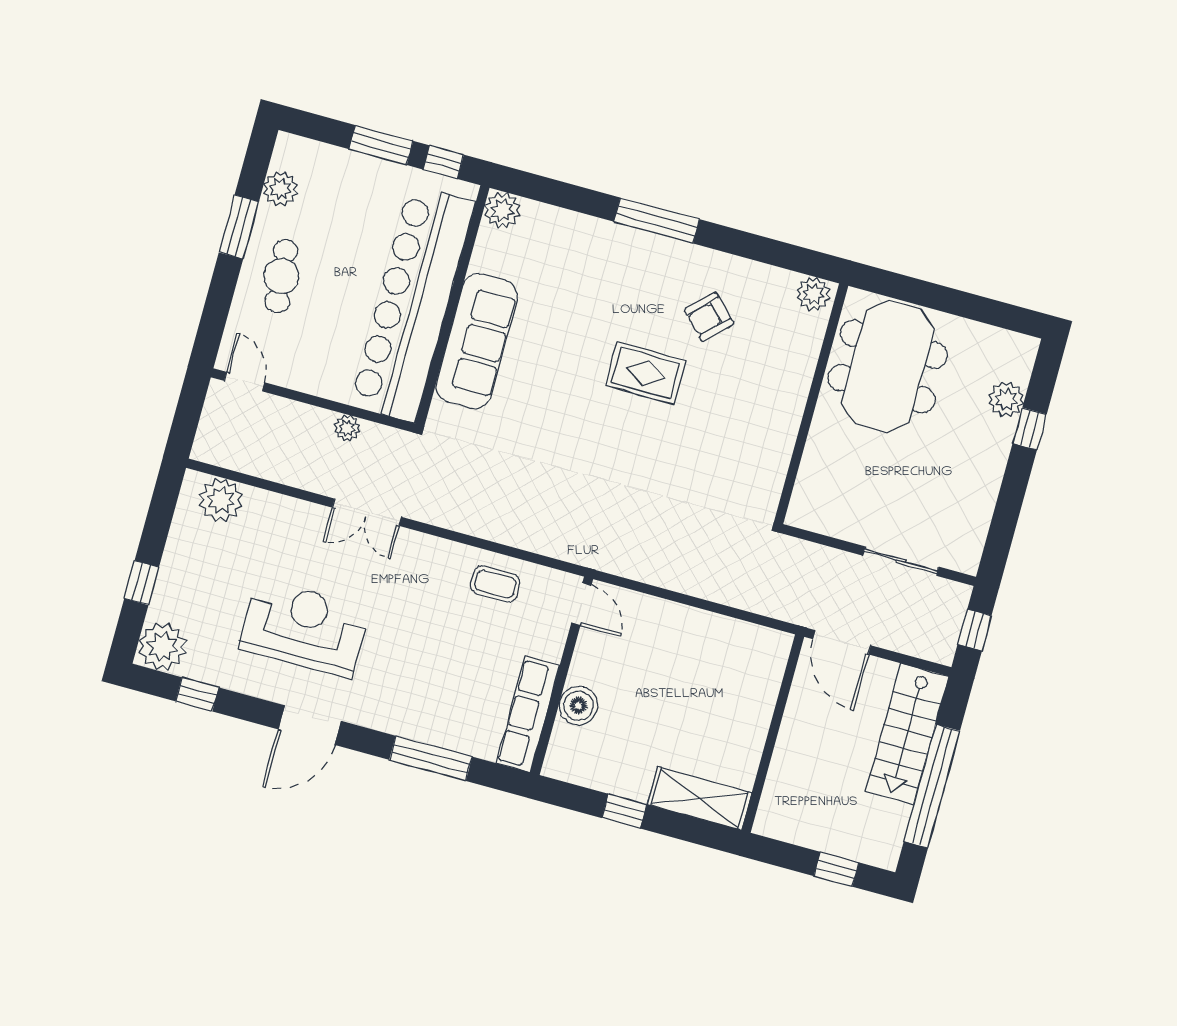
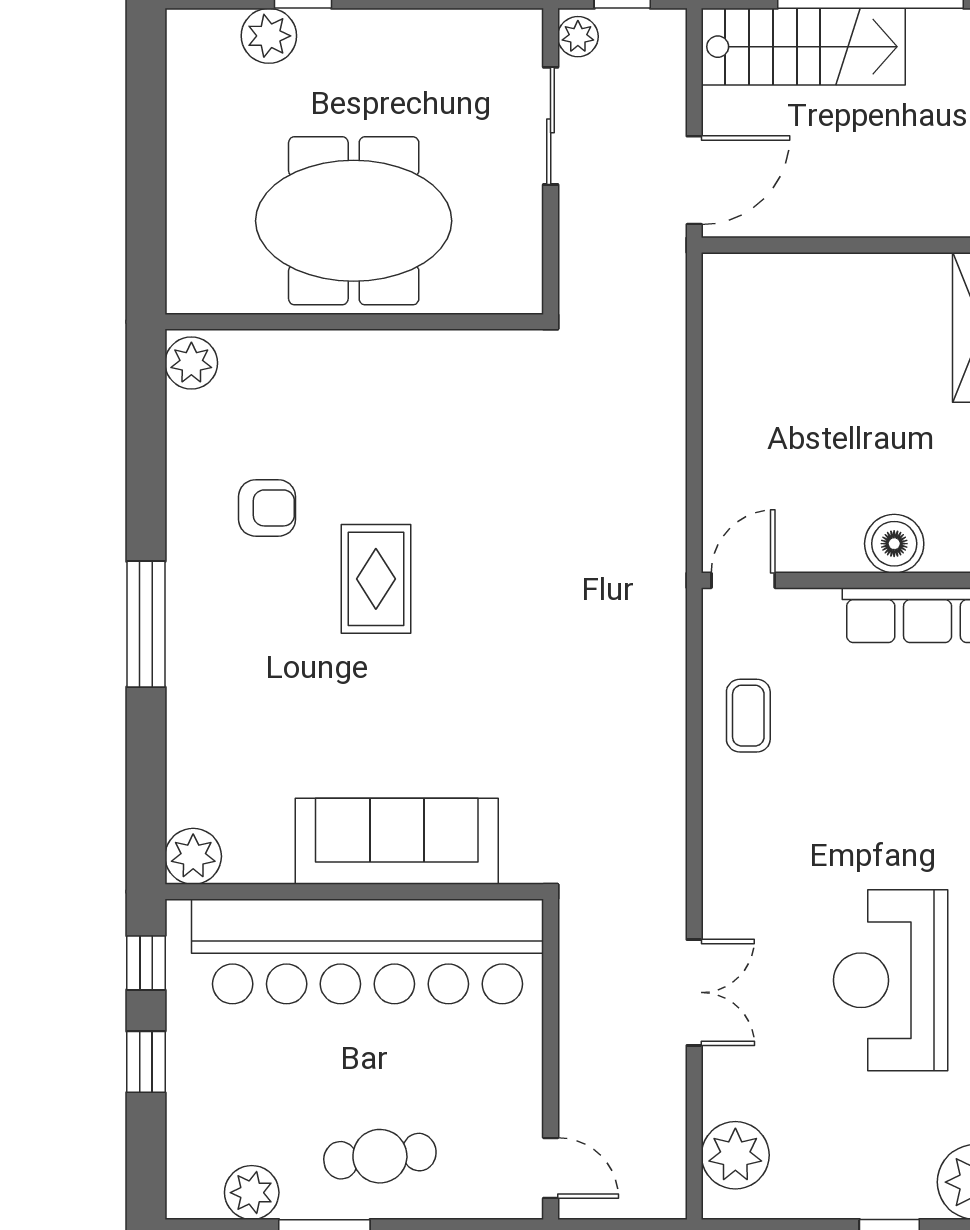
window: (381, 145) -> (146, 1062), width x0.67
armchair: (709, 317) -> (267, 508), turned -45
meeting table: (888, 366) -> (354, 221), moved
door: (245, 382) -> (551, 1168), swing flipped
plant: (347, 428) -> (578, 37), moved
double door: (367, 512) -> (694, 992), moved

